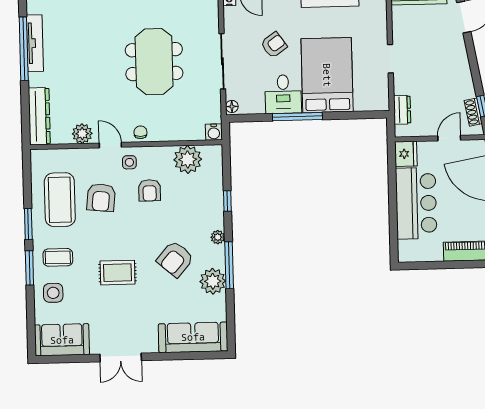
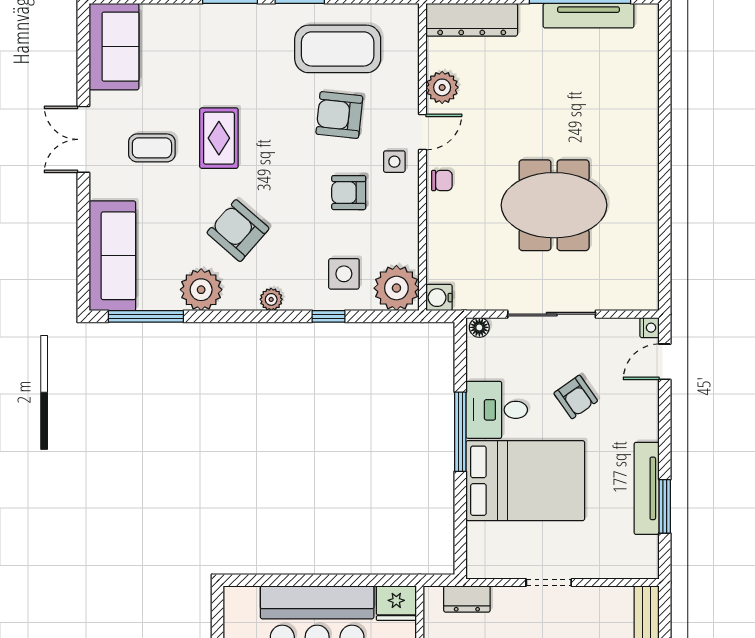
plant: (188, 159) -> (396, 288), moved
coffee table: (58, 257) -> (152, 148), moved, turned 90
window: (229, 265) -> (146, 316), moved
side table: (53, 293) -> (344, 274), moved

